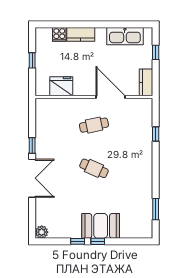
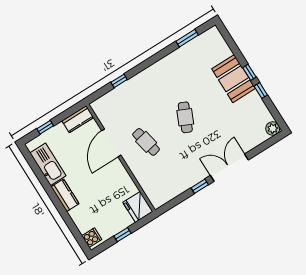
cooker: (59, 34) -> (92, 238), moved
kitchen counter: (81, 34) -> (65, 195), moved
fridge: (61, 86) -> (138, 207), moved

